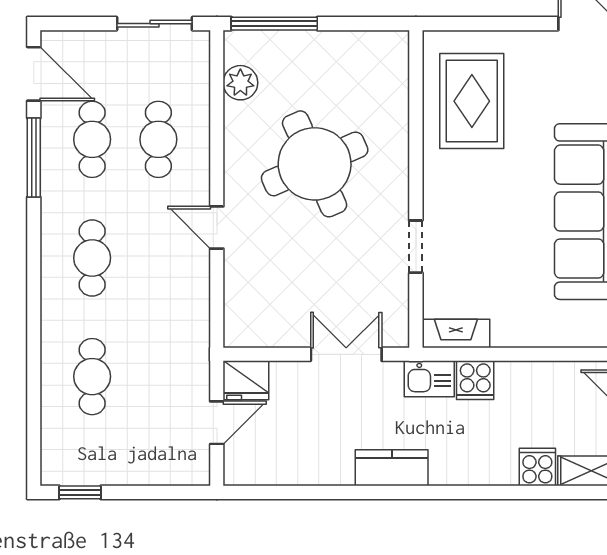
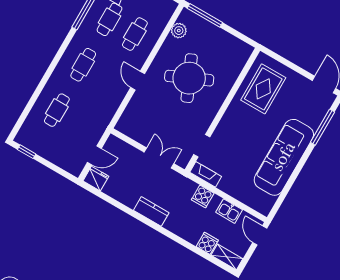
doorway: (416, 247) -> (202, 146), moved
kitchen sink: (429, 379) -> (229, 211), moved
fridge: (246, 380) -> (96, 179), moved, turned 180

